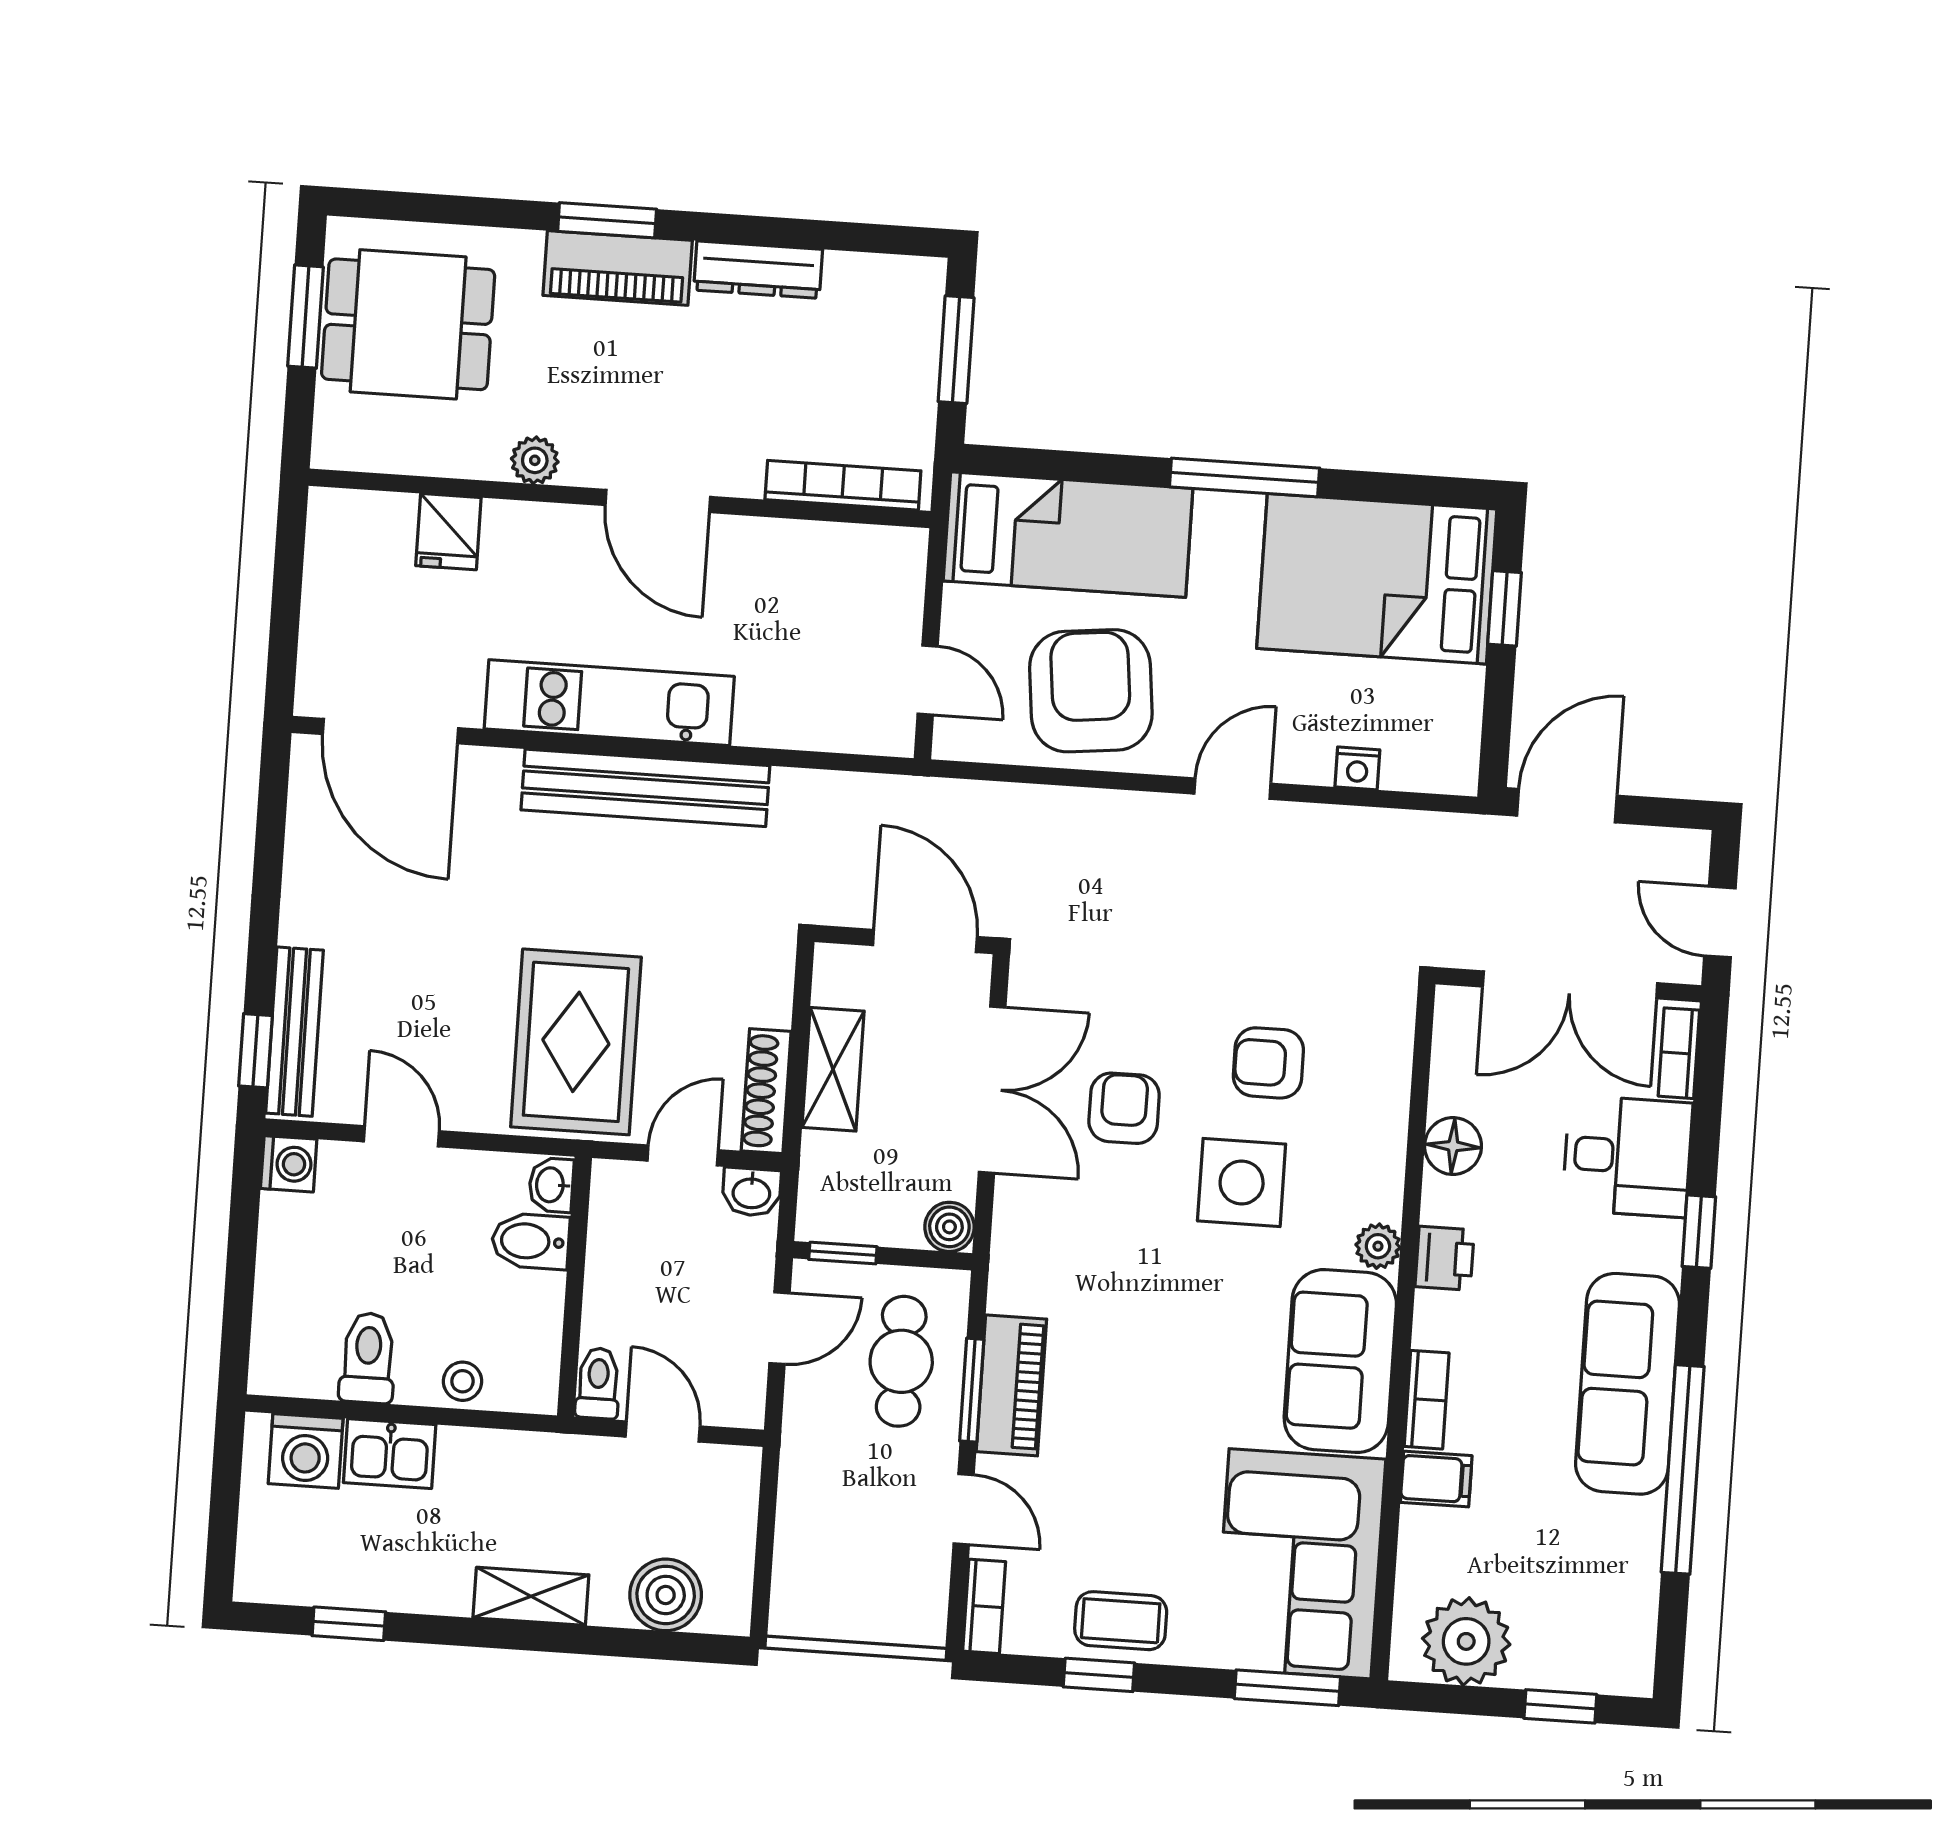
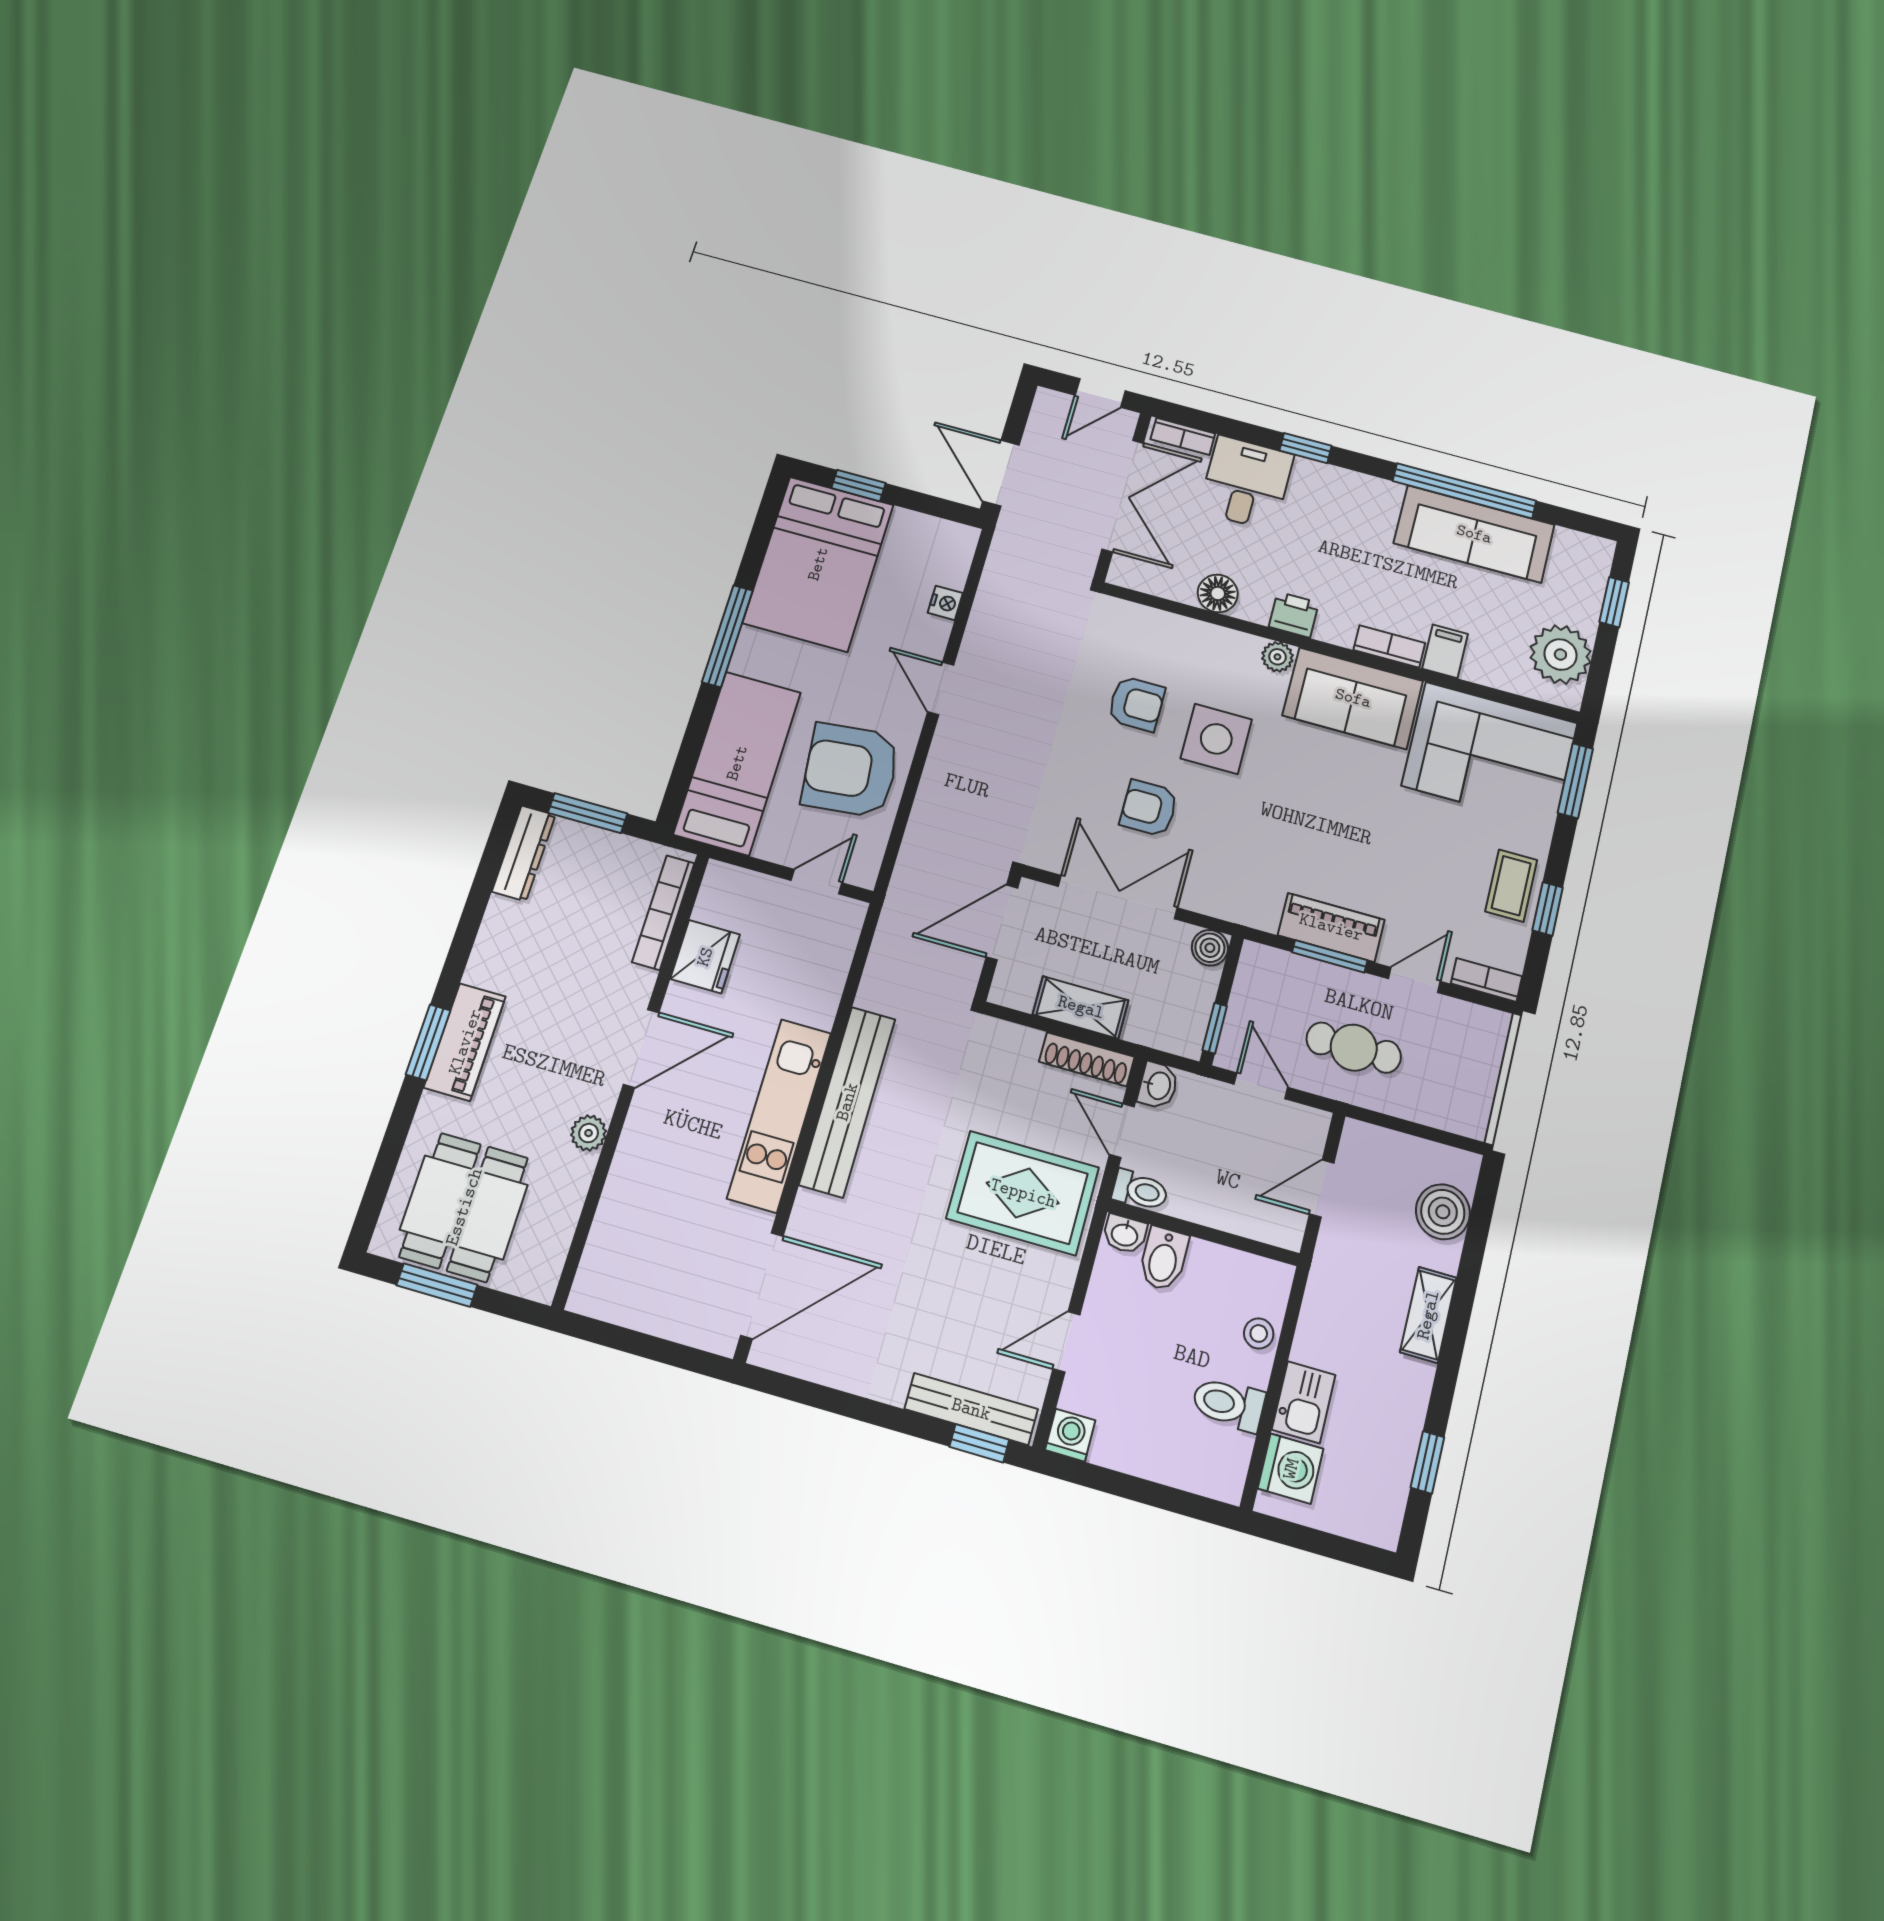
dresser: (758, 270) -> (524, 853), moved
fridge: (448, 532) -> (705, 957), moved, width x1.38
armchair: (1268, 1063) -> (1136, 704), turned -90
cafe table: (901, 1361) -> (1354, 1048), moved
toilet: (598, 1383) -> (1140, 1190), moved, turned 180
sofa: (1628, 1384) -> (1474, 534), moved

